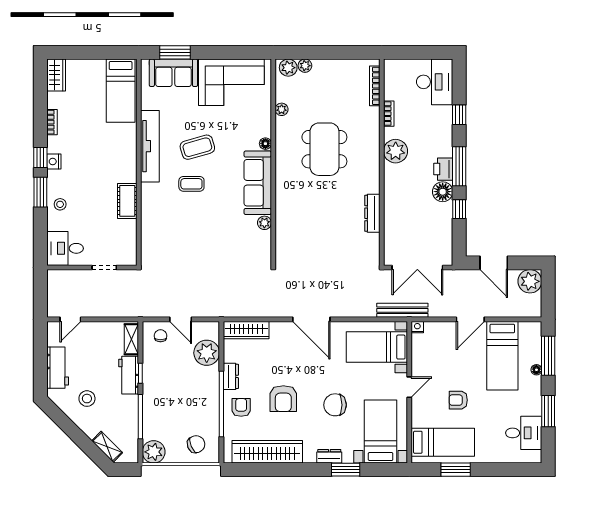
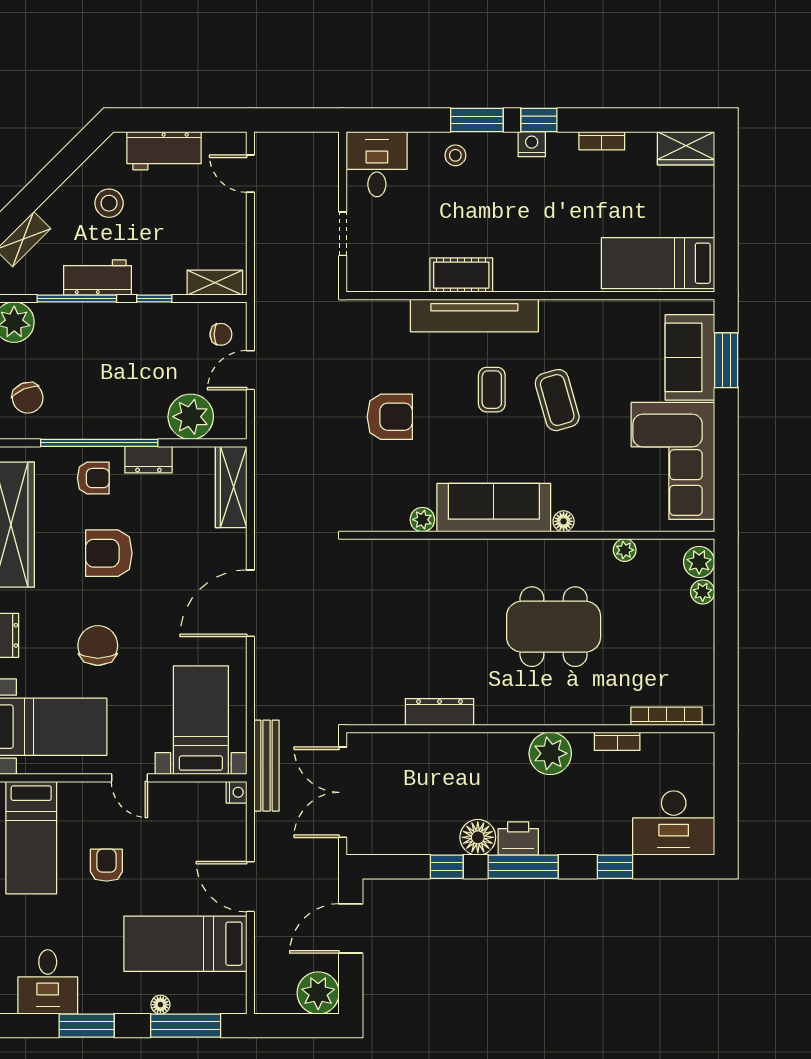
tv unit: (150, 146) -> (474, 315), moved
armchair: (207, 241) -> (390, 417), added
workbench: (129, 375) -> (98, 277), moved

